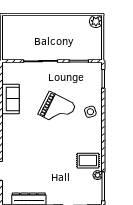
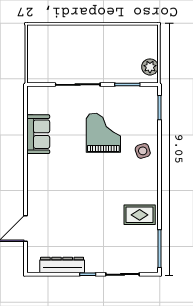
plant: (96, 21) -> (150, 67), moved
grand piano: (57, 109) -> (103, 133), moved, turned -117
plant: (98, 175) -> (152, 234), removed

